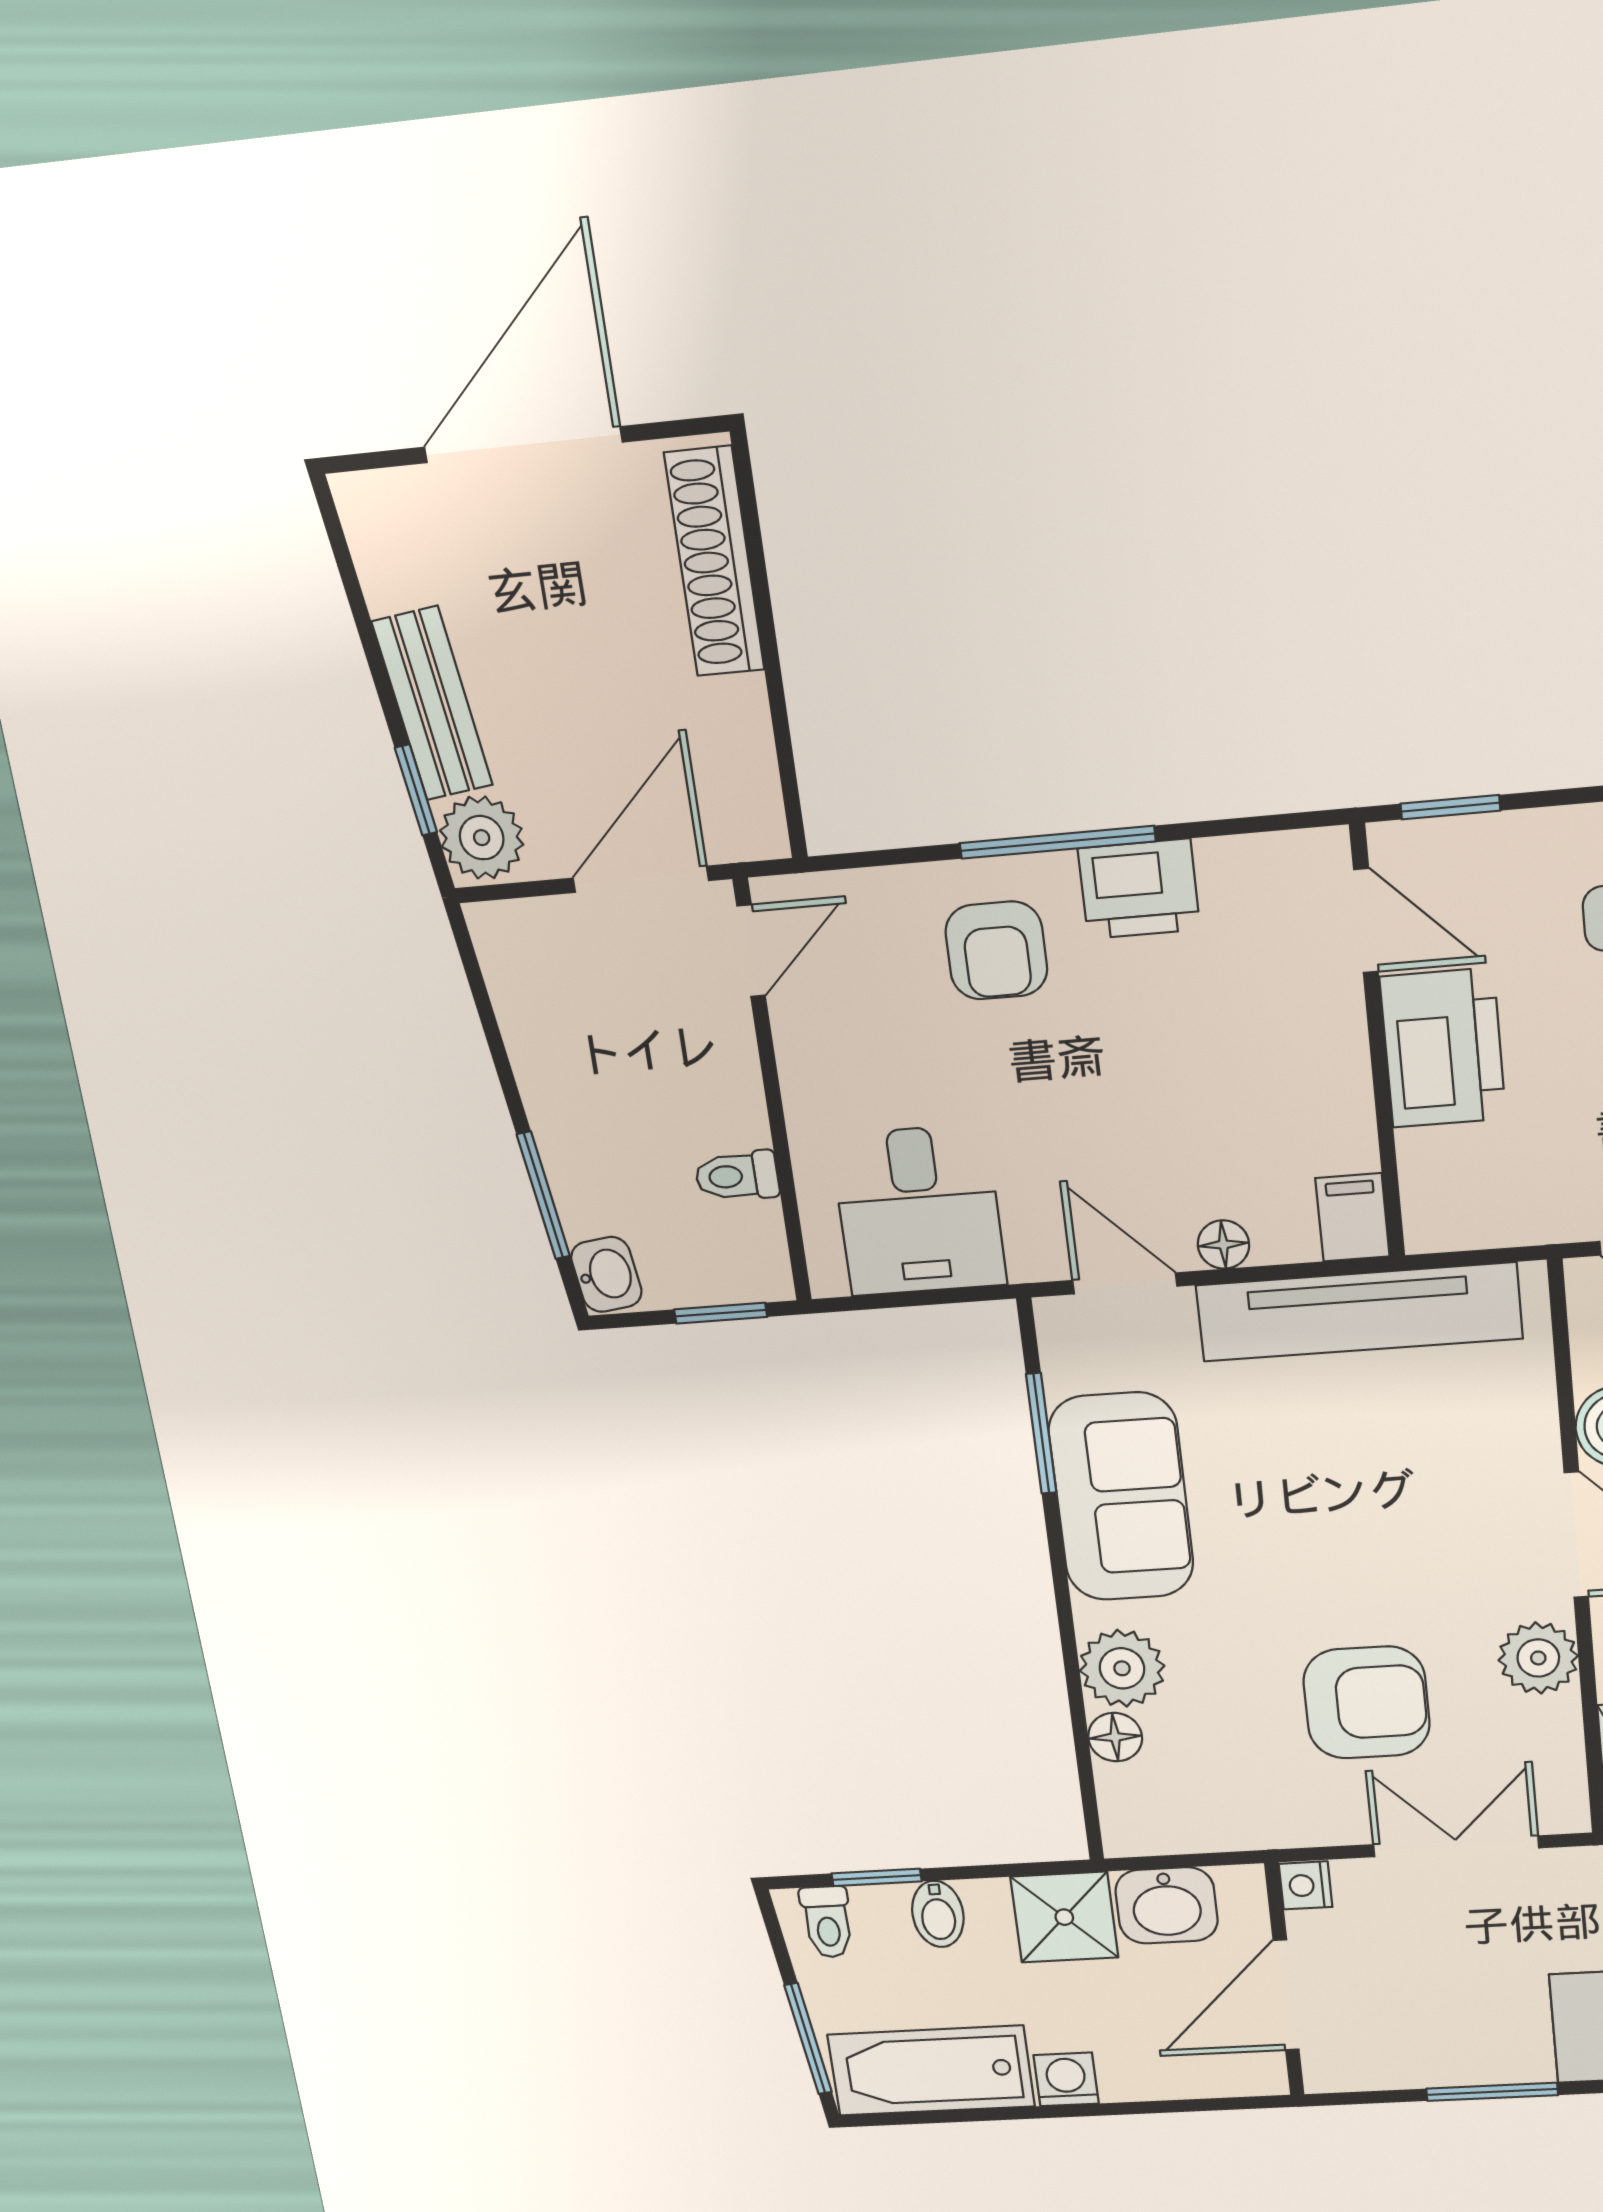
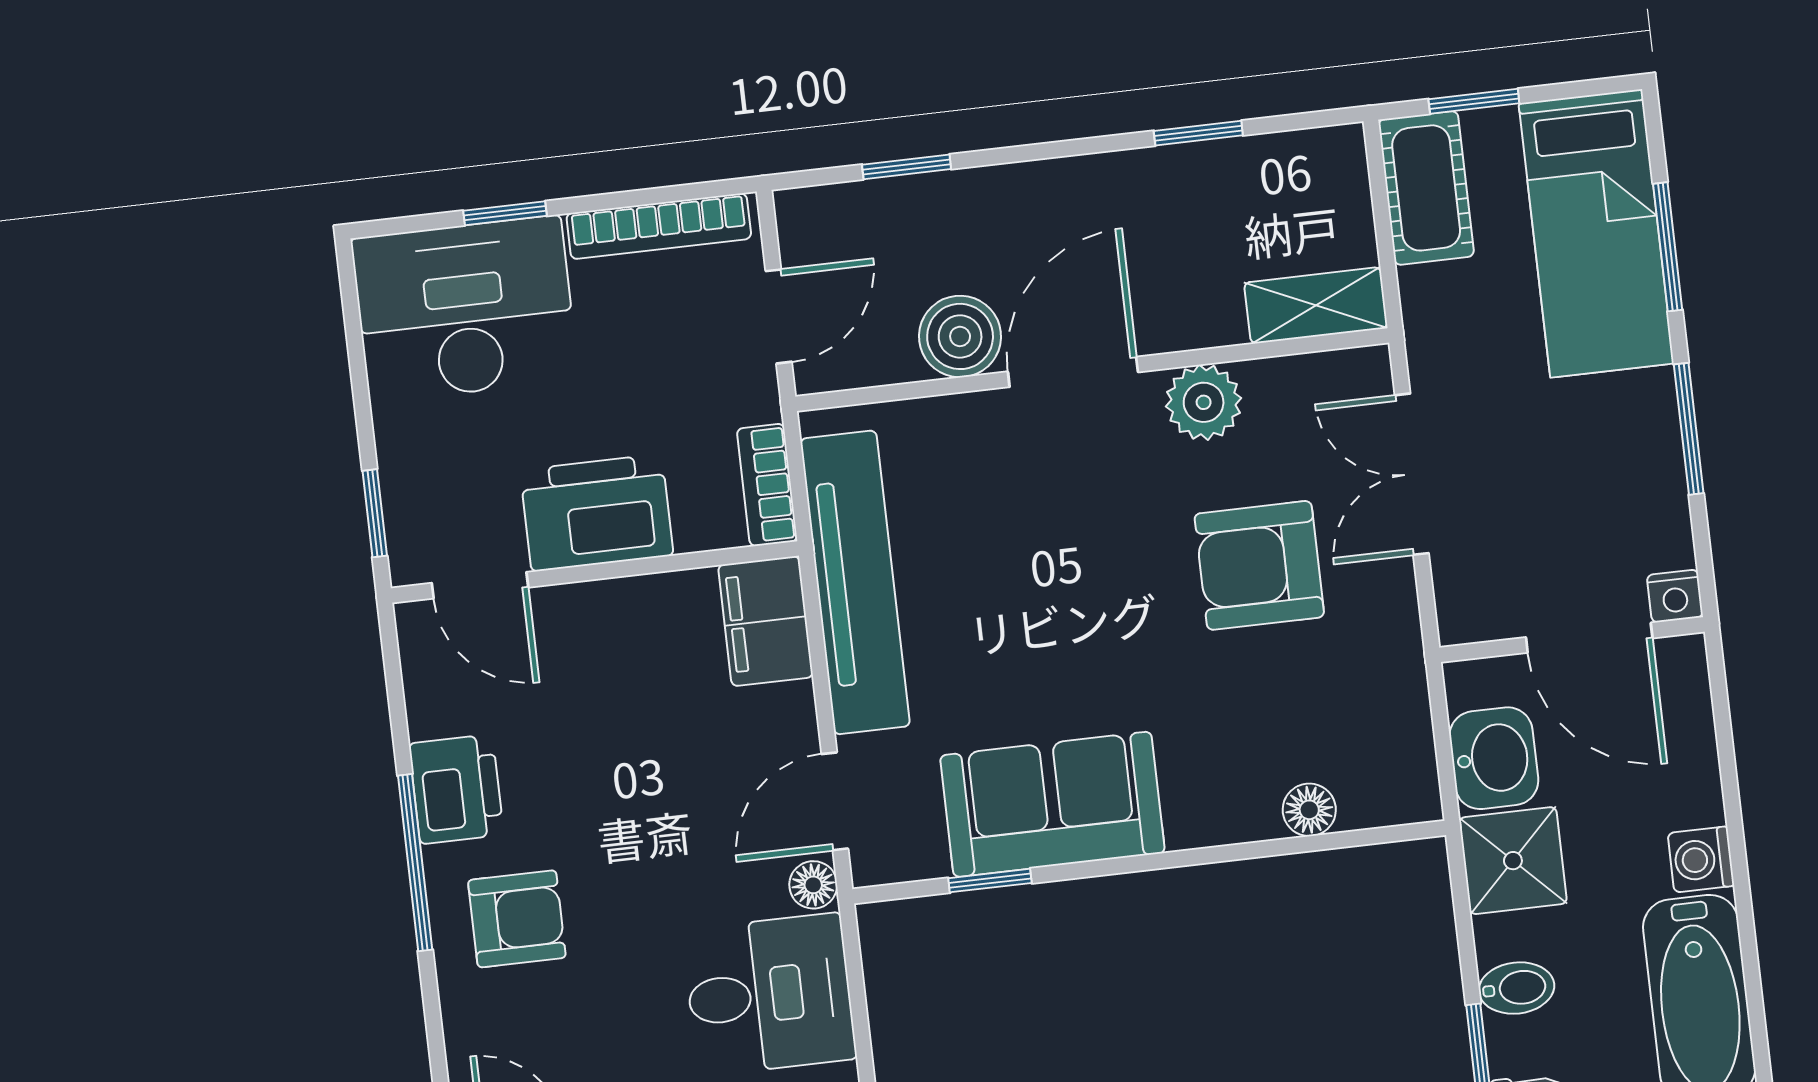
door: (1366, 921) -> (480, 585), swing flipped
filing cabinet: (1352, 1217) -> (766, 621), width x2.00
bookcase: (1467, 1226) -> (767, 485), added
floor lamp: (1223, 1245) -> (813, 885), moved
window: (1041, 1433) -> (990, 881), width x0.67
plant: (1122, 1668) -> (1234, 803), removed
armchair: (1367, 1703) -> (1259, 565), turned -90
nightstand: (1306, 1885) -> (1675, 596), moved

